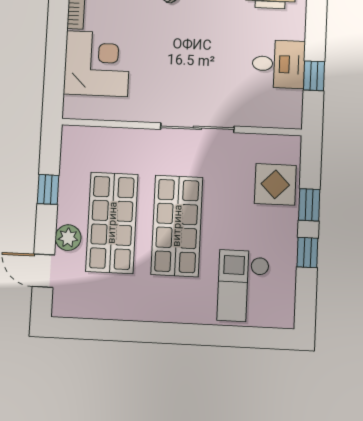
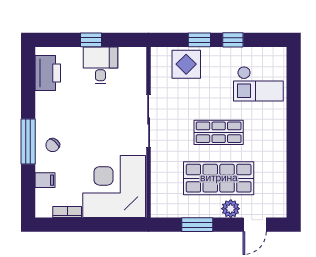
corner desk: (97, 64) -> (114, 187), width x1.36, depth x1.36
window: (314, 76) -> (91, 40), moved
window: (48, 189) -> (197, 225), width x1.50
shop shelf: (177, 226) -> (219, 132), width x0.70, depth x0.74

